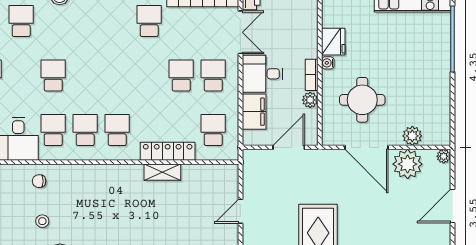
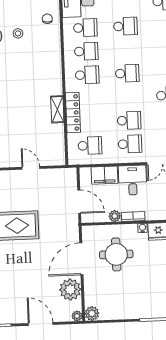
school desk: (117, 75) -> (127, 73), added
plant: (412, 136) -> (92, 313), moved
stool: (42, 221) -> (18, 33), moved

